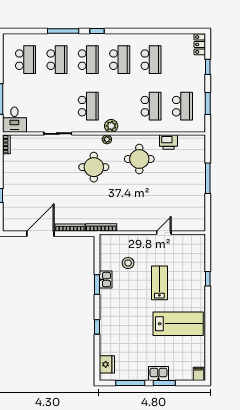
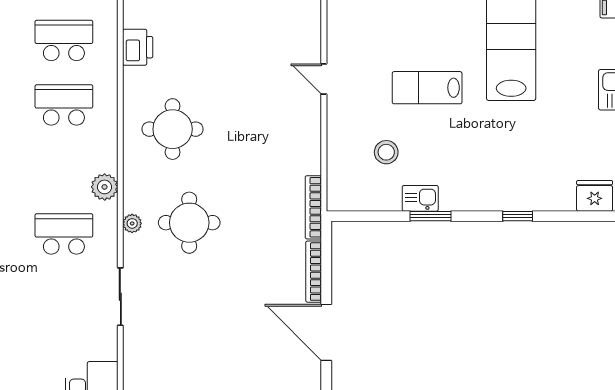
plant: (107, 139) -> (132, 223), moved
printer: (168, 142) -> (138, 47), moved

